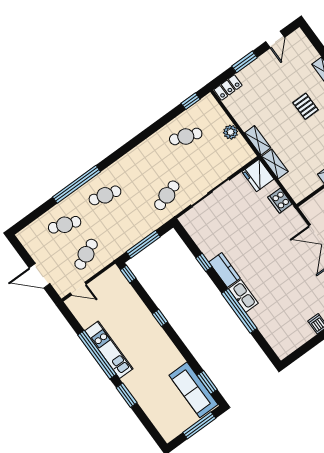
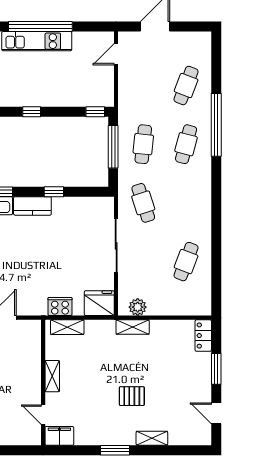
window: (191, 101) -> (216, 291), removed
plant: (231, 132) -> (138, 307), moved
shelving: (275, 164) -> (67, 327), moved
cafe table: (86, 254) -> (143, 144), moved, turned 30

